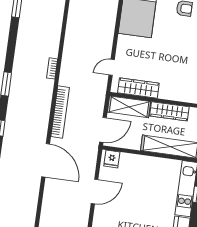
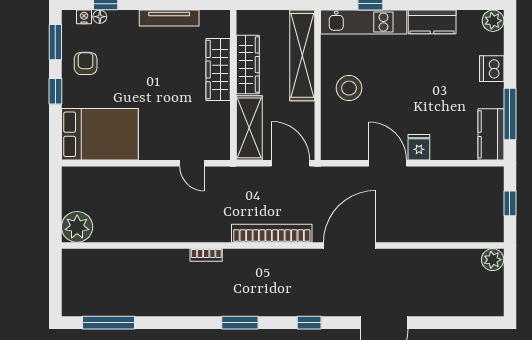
wardrobe: (138, 88) -> (218, 70), moved
fridge: (112, 159) -> (419, 147), moved, turned -90
stool: (146, 174) -> (349, 88), added

